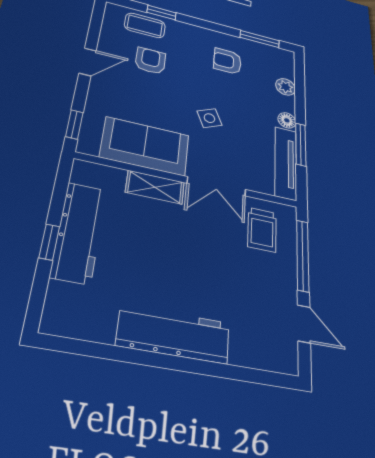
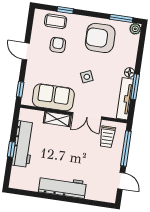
armchair: (227, 61) -> (100, 38), width x1.88, depth x1.88
door: (88, 62) -> (26, 51), swing flipped
plant: (285, 87) -> (135, 29), moved

